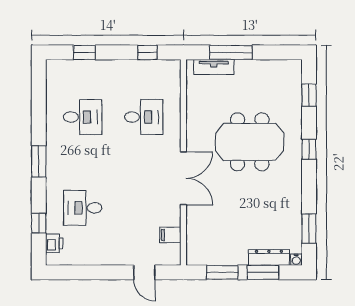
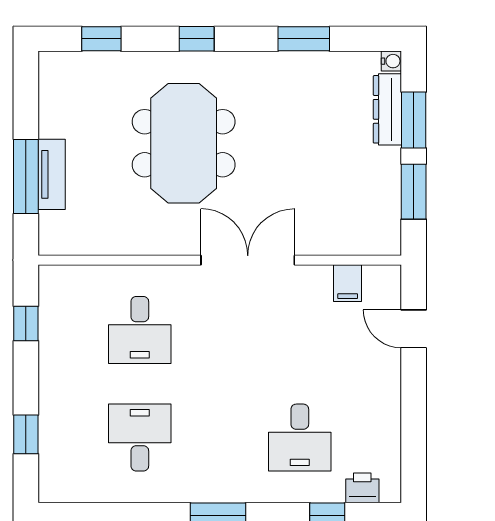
tv unit: (214, 67) -> (52, 174), moved
desk: (144, 117) -> (140, 330), turned 180
window: (309, 229) -> (304, 39), moved
door: (144, 272) -> (414, 329), swing flipped

